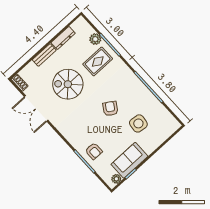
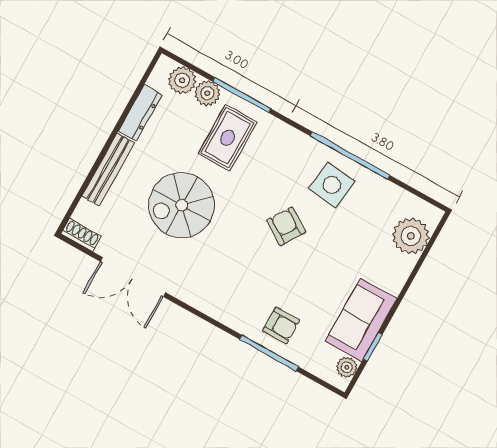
plant: (86, 30) -> (182, 80), added
bench: (44, 55) -> (108, 169), width x1.36
side table: (138, 123) -> (332, 185), moved
plant: (163, 131) -> (411, 236), added

